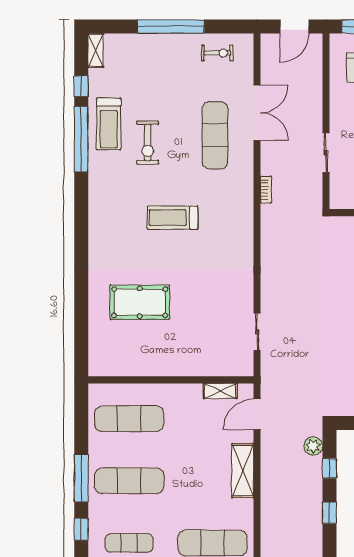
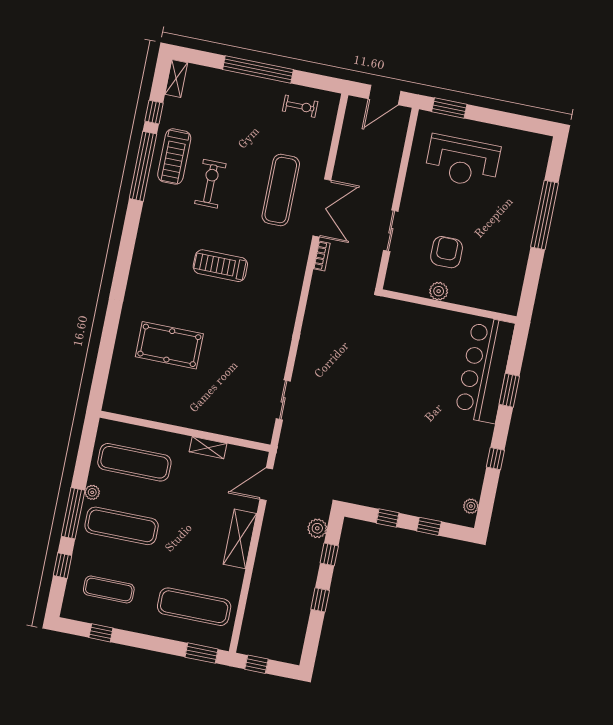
double door: (257, 113) -> (322, 208), moved
exercise bike: (148, 143) -> (210, 184), turned 180
shelving: (220, 391) -> (208, 448), moved
plant: (95, 455) -> (92, 492), added

